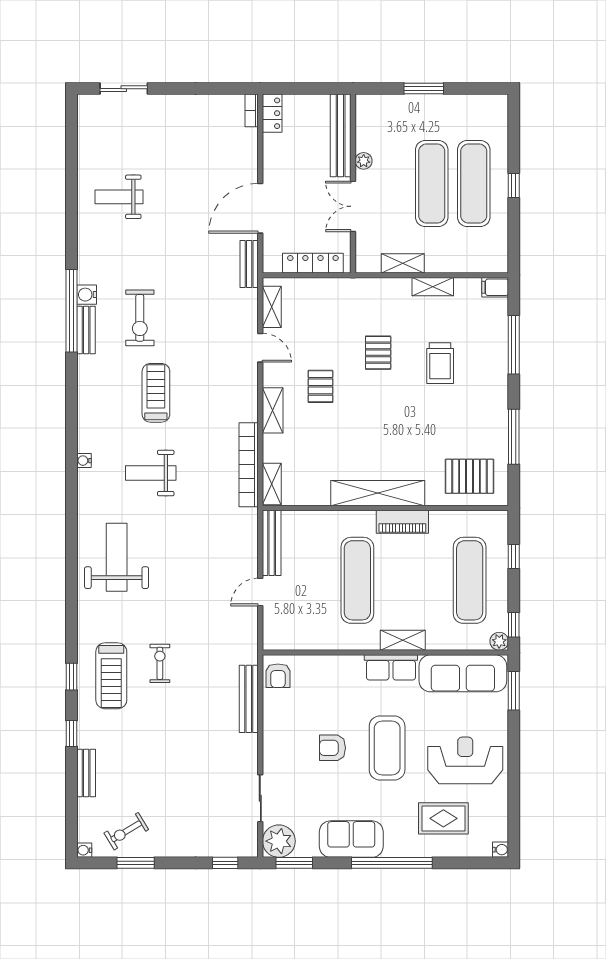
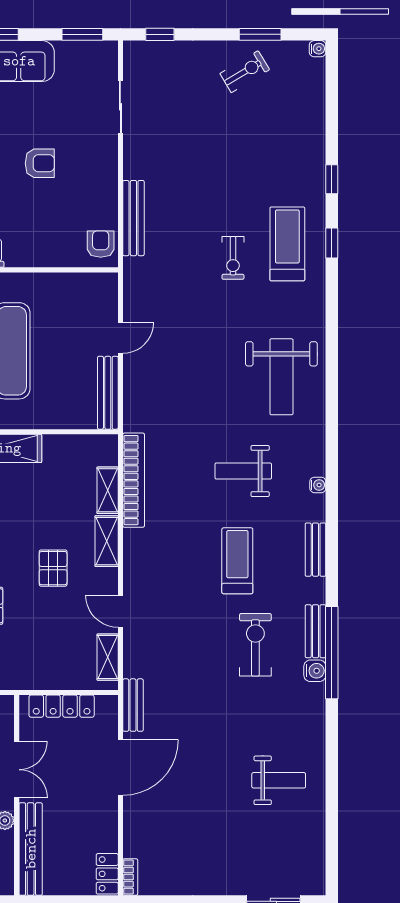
treadmill: (156, 393) -> (237, 561), turned 180
weight bench: (151, 473) -> (243, 471), turned 180
shelving: (272, 484) -> (108, 490), moved
bench: (86, 773) -> (316, 550), moved
exercise bike: (126, 831) -> (245, 72), moved
plant: (279, 841) -> (100, 59), removed

